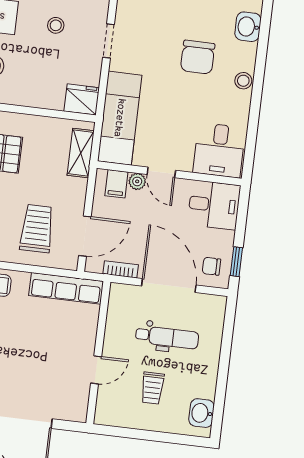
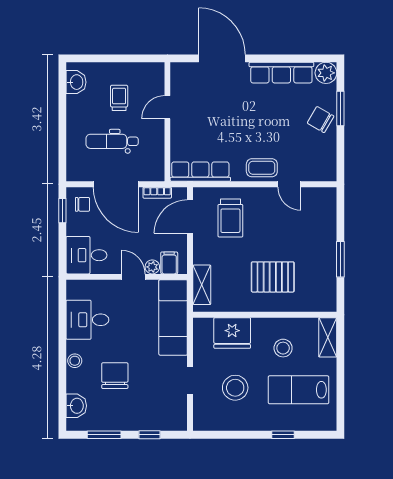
stool: (56, 25) -> (235, 388), width x1.89, depth x1.89
fridge: (82, 99) -> (232, 333), moved, width x1.36, depth x1.34
desk: (219, 150) -> (87, 320), moved, turned -90

